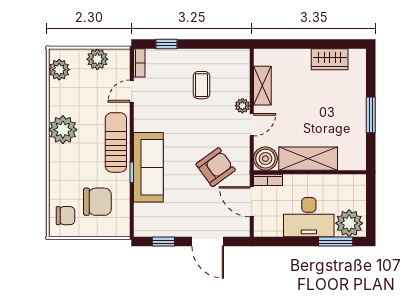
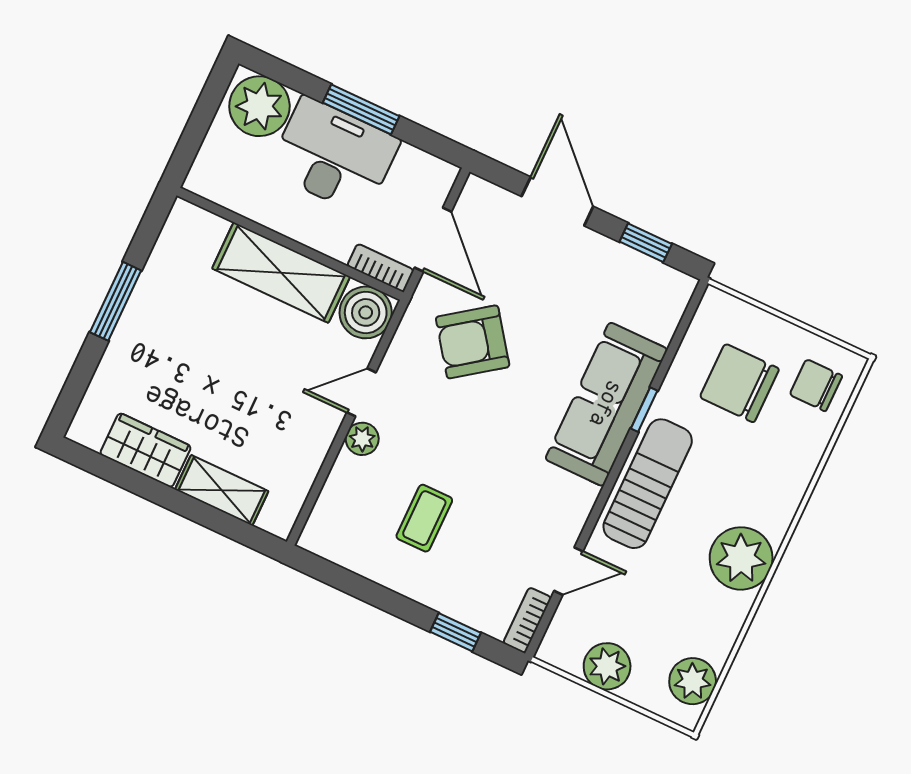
shelving: (262, 86) -> (222, 490), moved, turned 90
sun lounger: (116, 142) -> (648, 484), turned 180
window: (336, 242) -> (361, 109), moved

